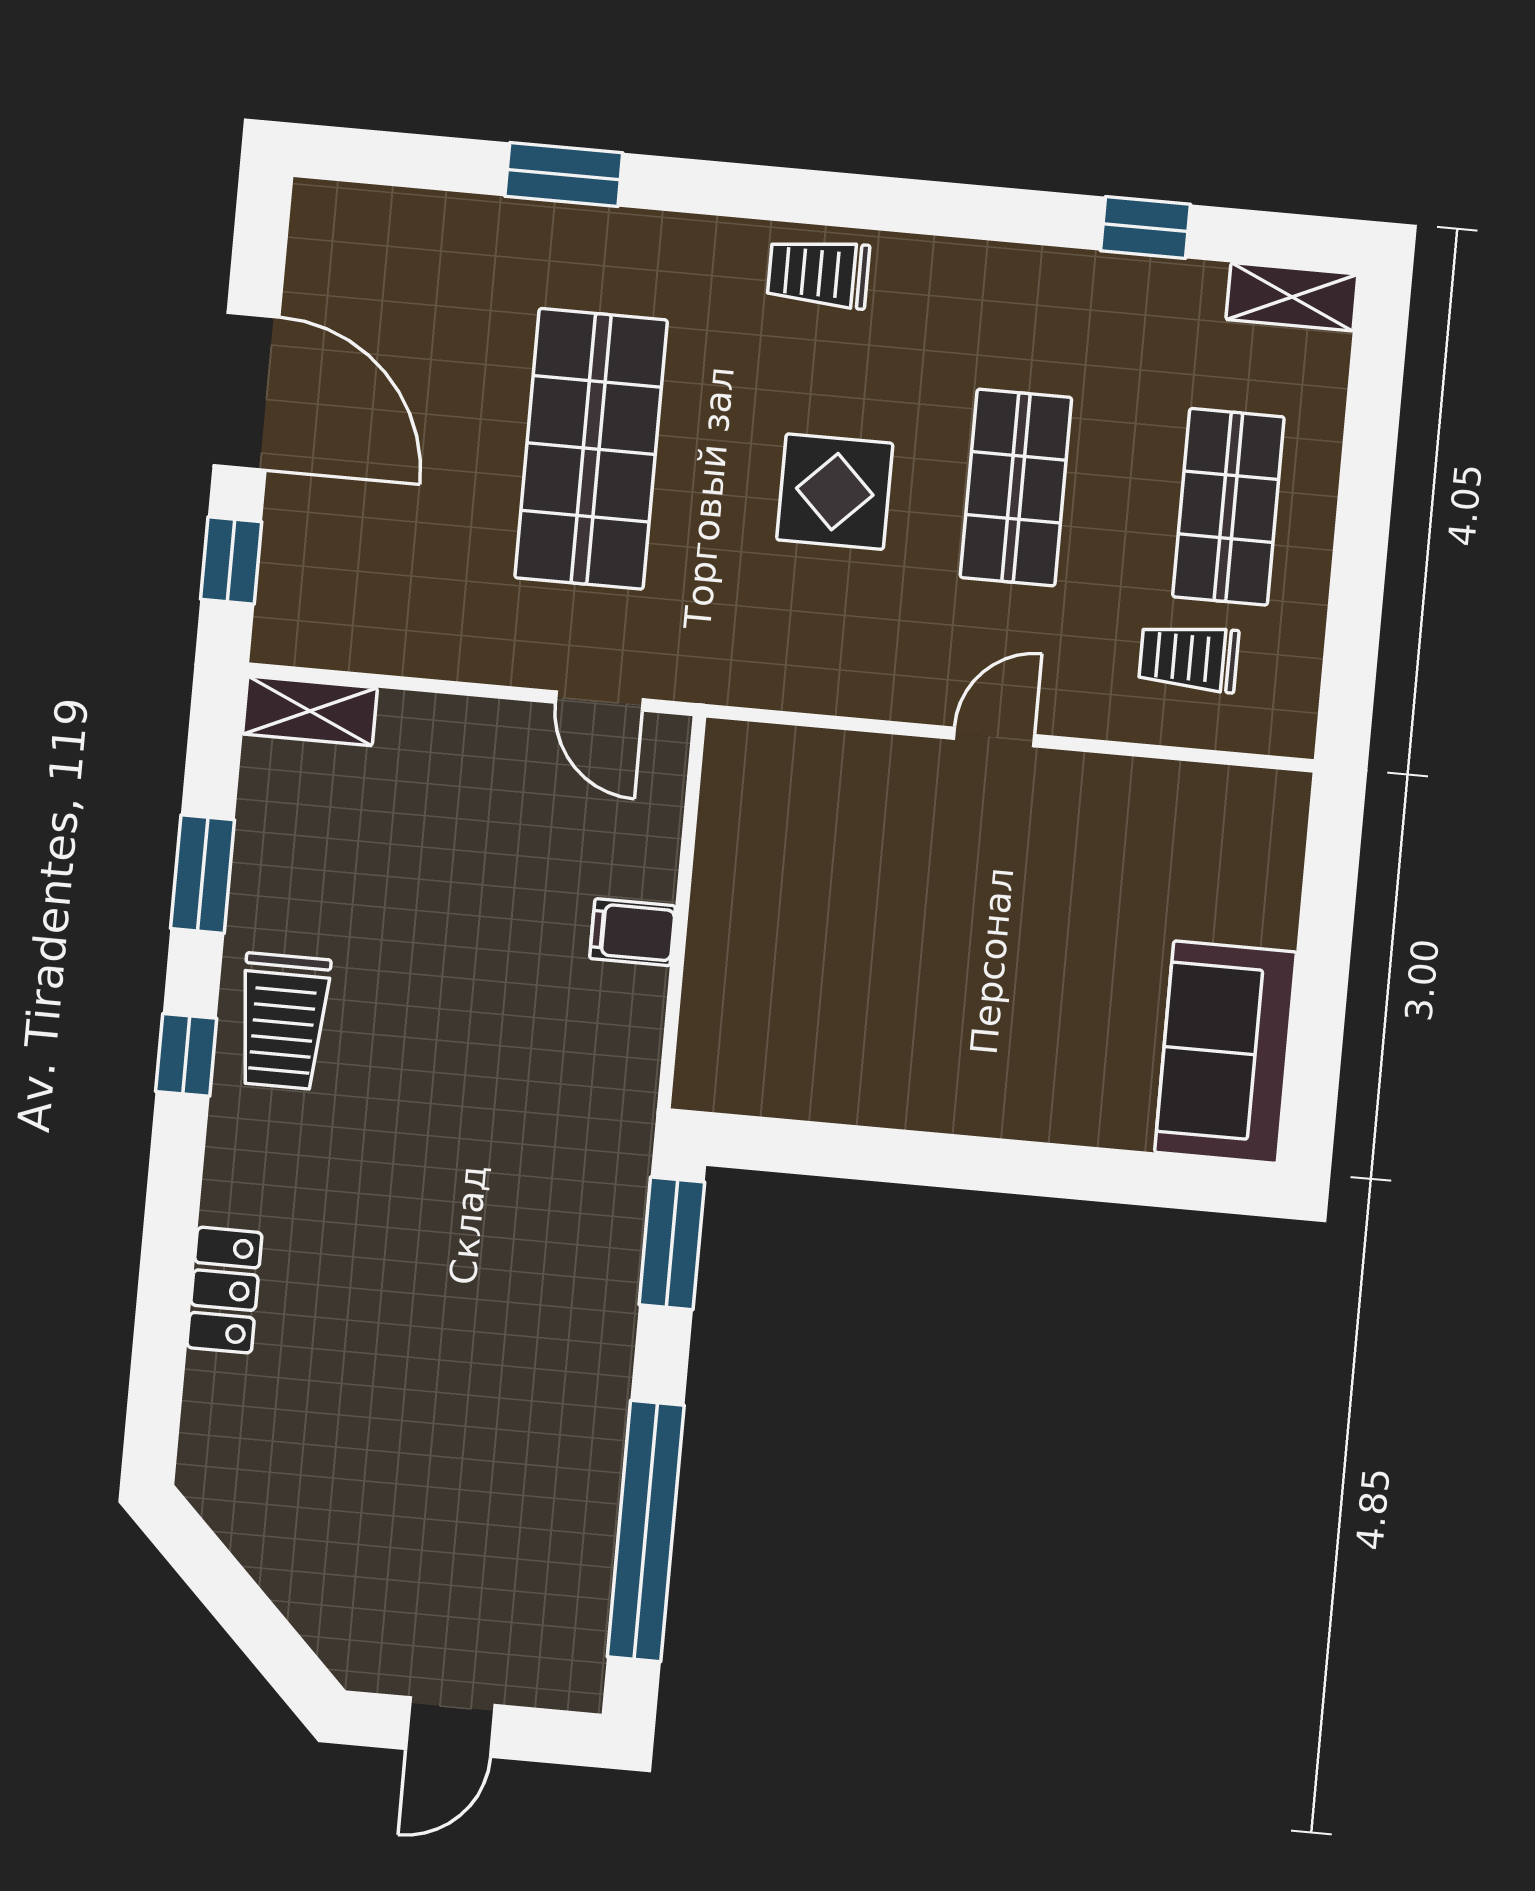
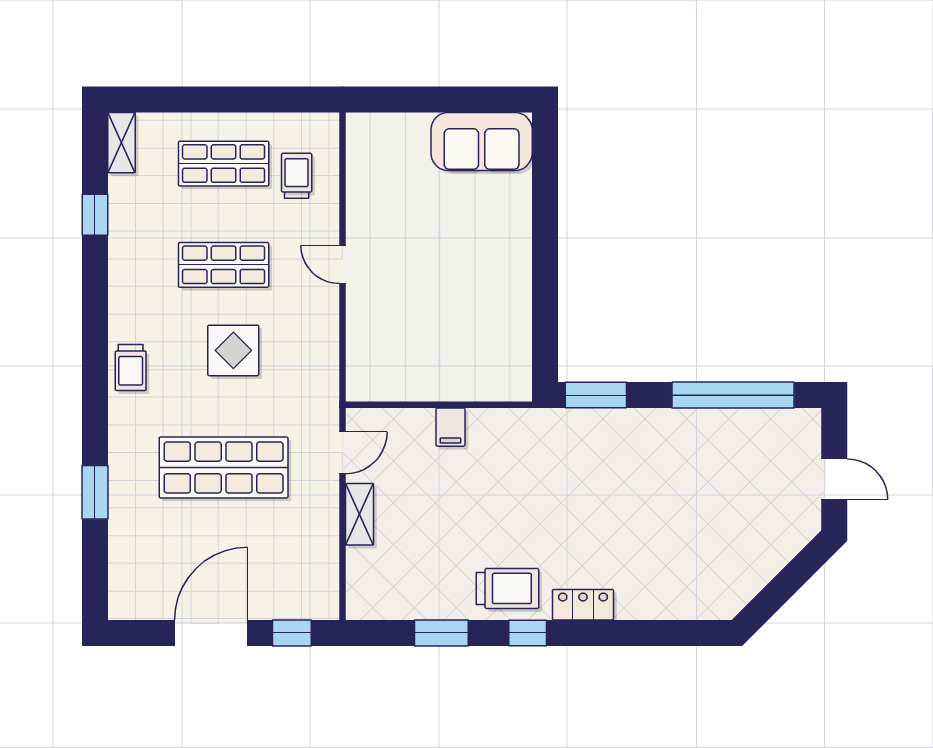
trolley: (1189, 658) -> (297, 176), turned 180
shelving: (310, 711) -> (360, 514), moved
locker: (224, 1290) -> (583, 605), moved

